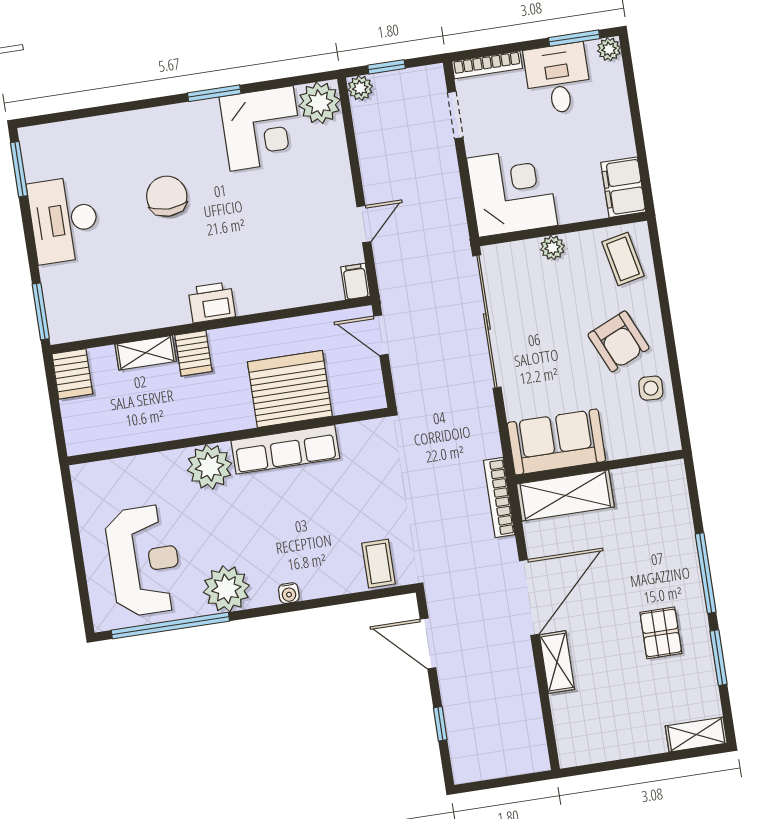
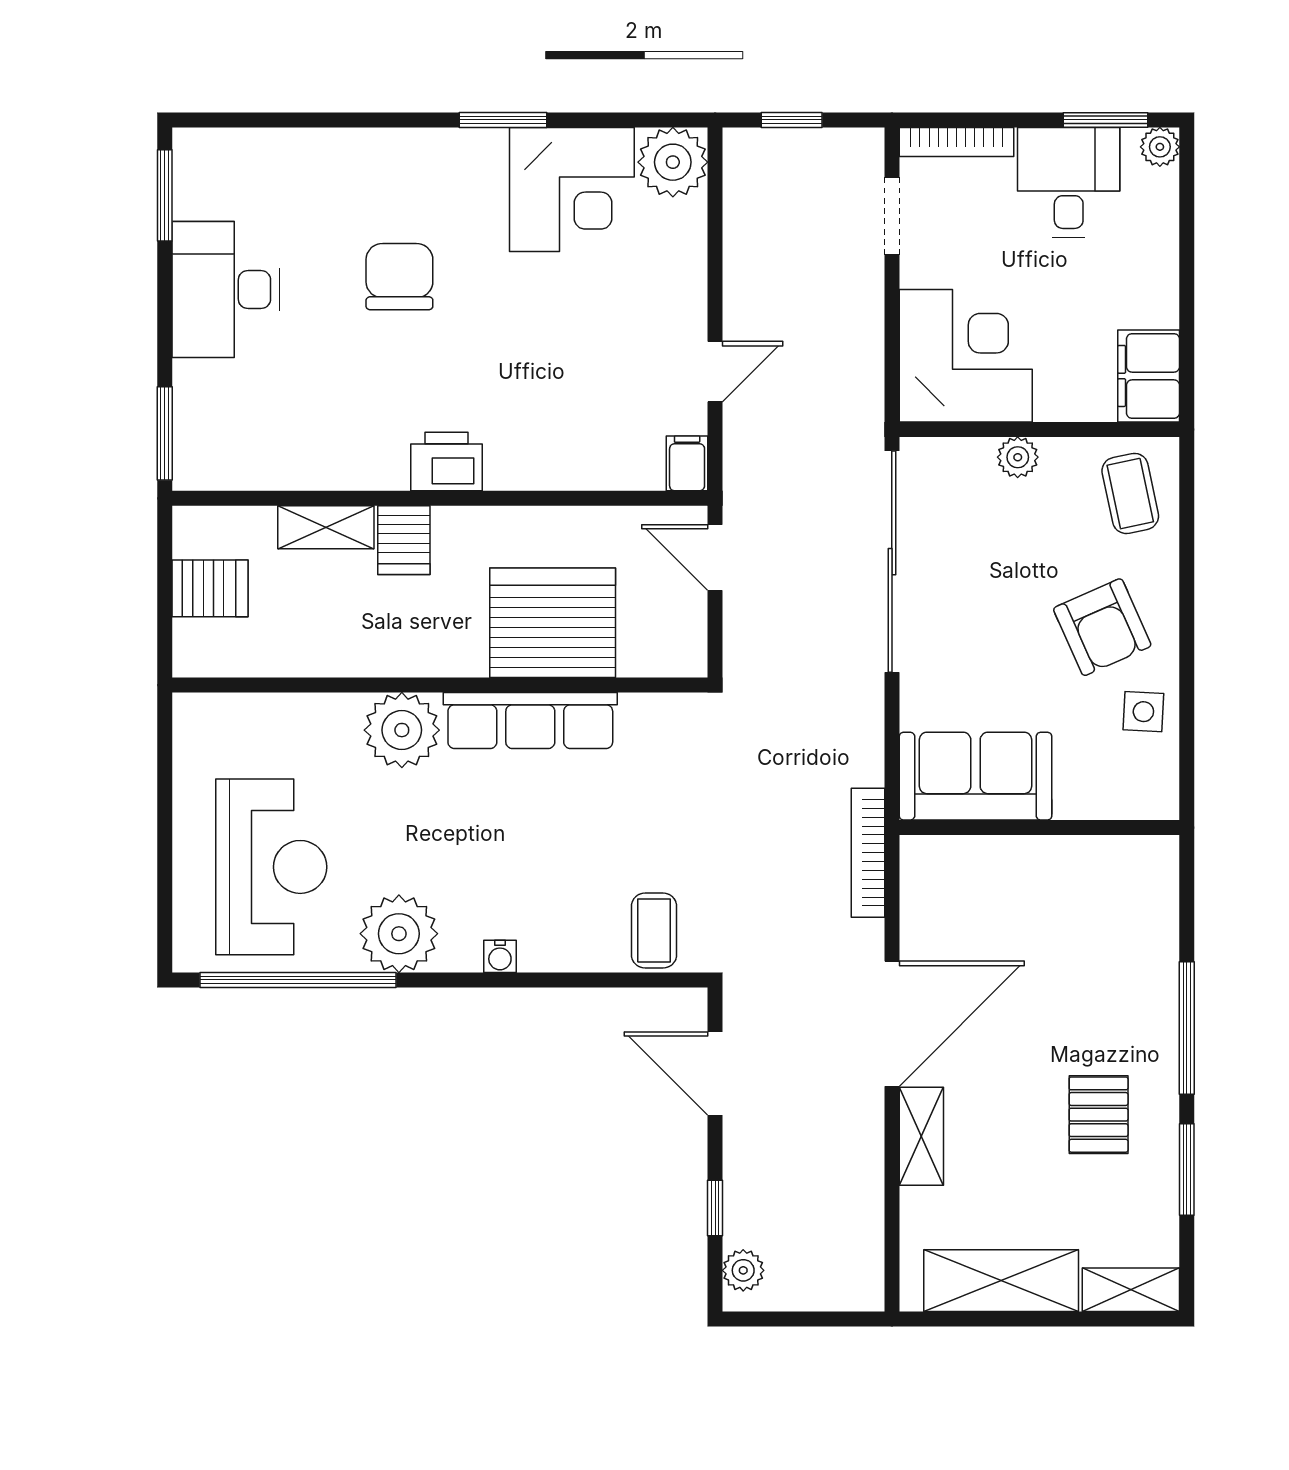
plant: (360, 88) -> (743, 1270), moved
server rack: (72, 374) -> (210, 588), moved, turned -90
shelving: (565, 495) -> (1001, 1281), moved

